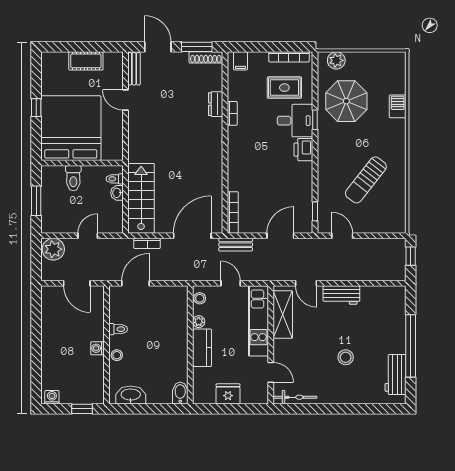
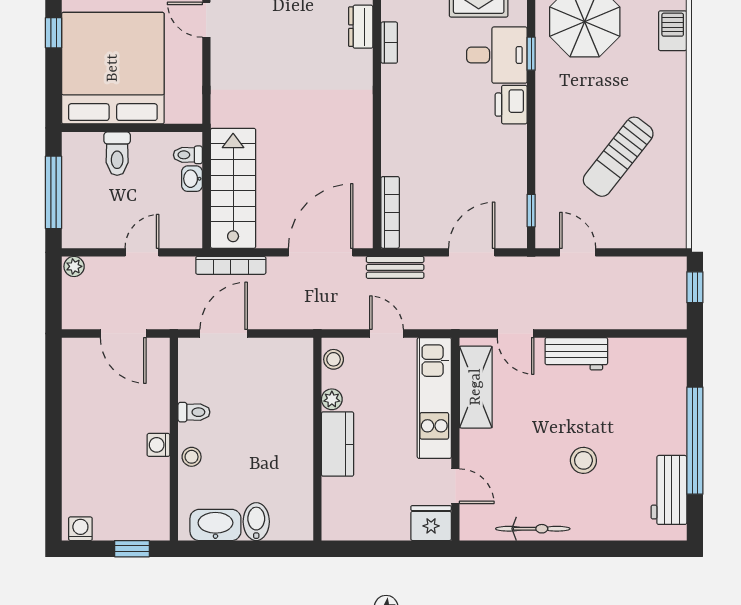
window: (36, 201) -> (53, 192), width x1.44
bookcase: (147, 243) -> (231, 265), width x1.56
plant: (53, 249) -> (74, 266), width x0.53, depth x0.53
bidet: (180, 393) -> (256, 522), moved
fridge: (228, 394) -> (431, 523), moved
bicycle: (295, 397) -> (533, 529), moved

